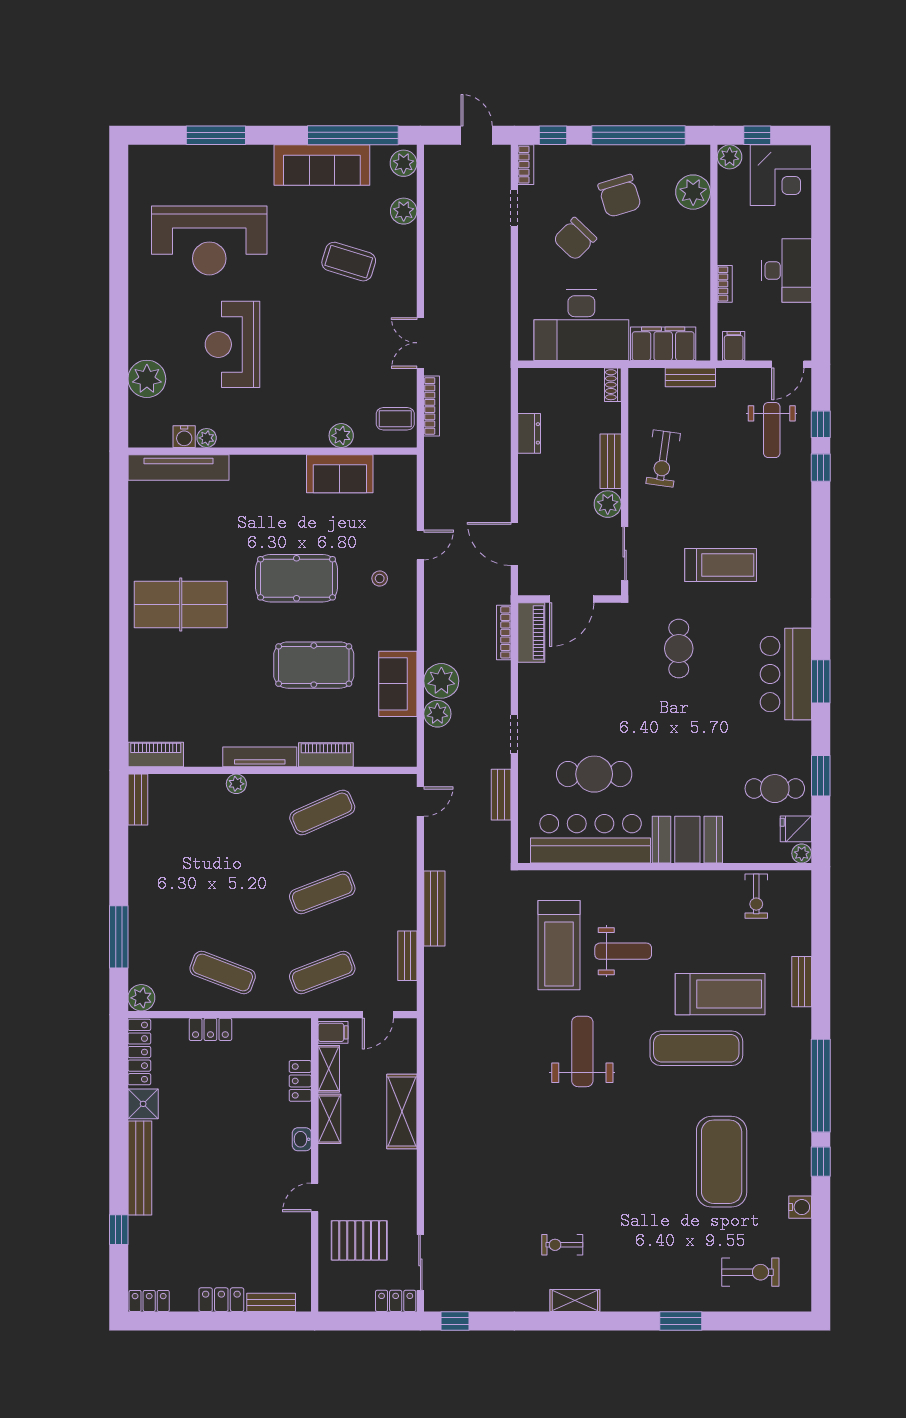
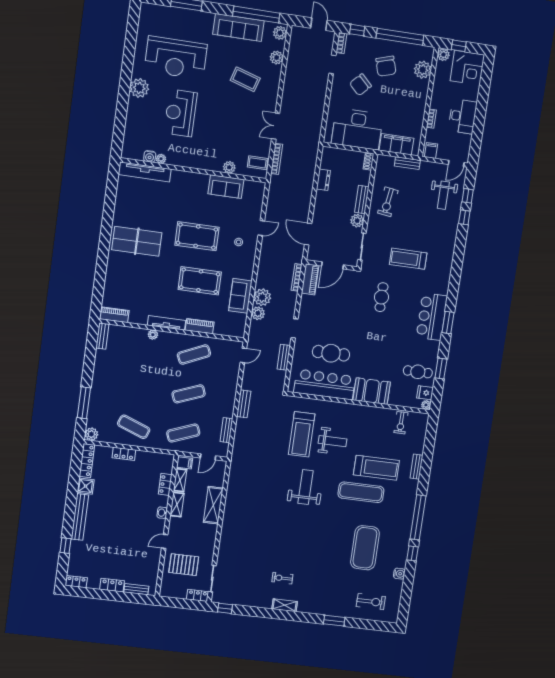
plant: (147, 379) -> (139, 88), moved
treadmill: (721, 565) -> (408, 259), turned 180
bench: (434, 908) -> (244, 404), width x0.73

